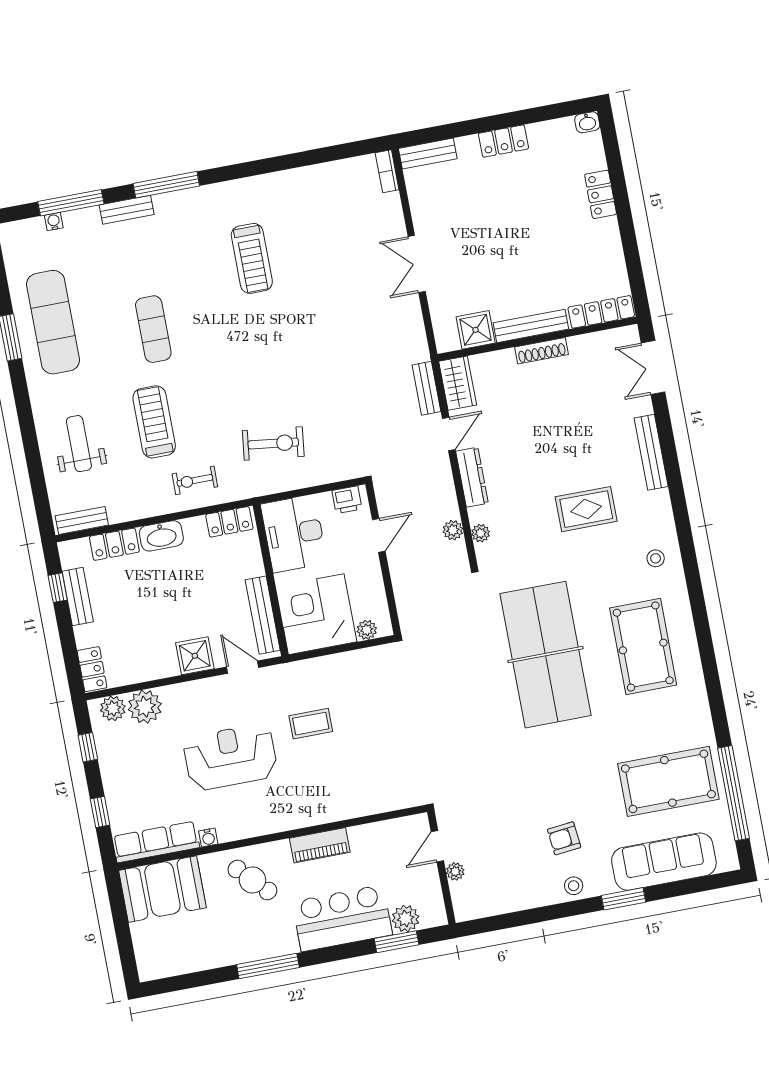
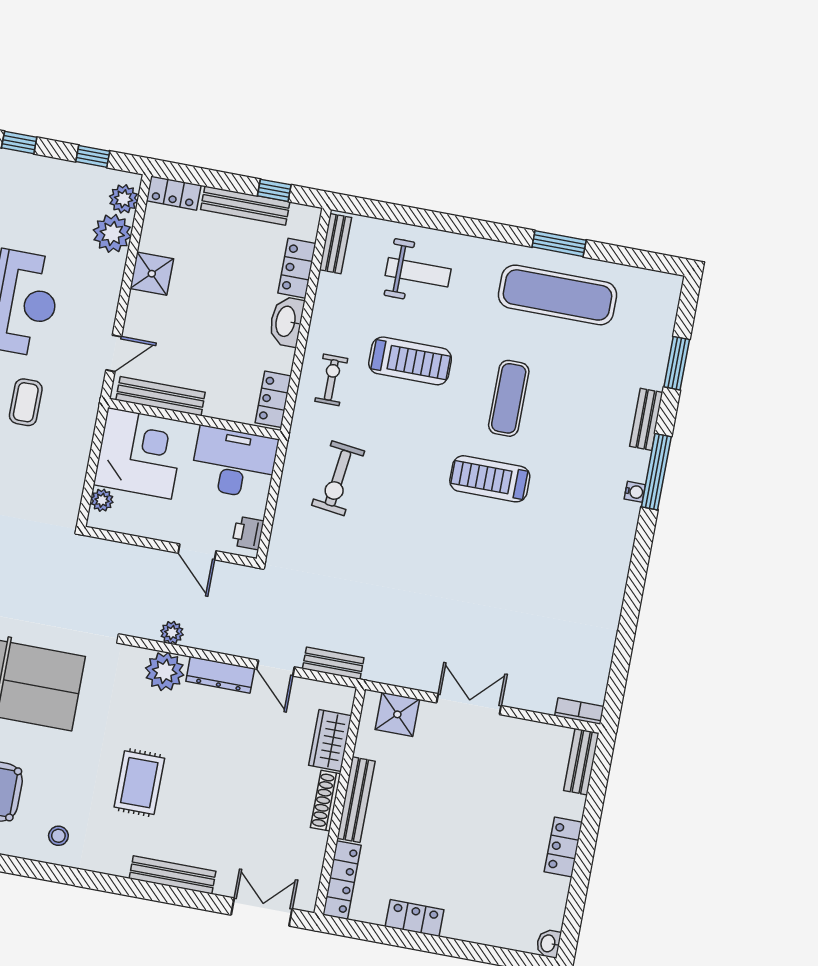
locker: (601, 194) -> (415, 918), moved
window: (71, 203) -> (677, 363), width x0.69
water cooler: (54, 222) -> (635, 492), moved
treadmill: (252, 258) -> (490, 479), moved
exercise mat: (153, 329) -> (509, 398), turned 90
shower: (476, 330) -> (397, 714), moved
wardrobe: (458, 383) -> (330, 741), moved, turned 90
plant: (481, 533) -> (165, 671), width x1.88, depth x1.88
bench: (78, 597) -> (245, 206), width x1.36
shower: (195, 656) -> (152, 274), moved

